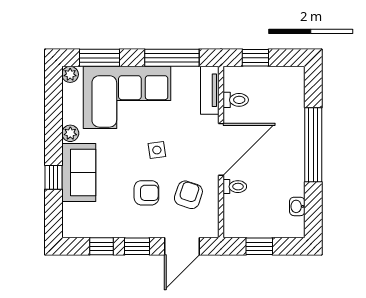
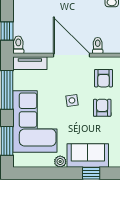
plant: (70, 74) -> (19, 162), removed
toilet: (236, 100) -> (18, 45), moved
armchair: (188, 195) -> (103, 78), turned -108

